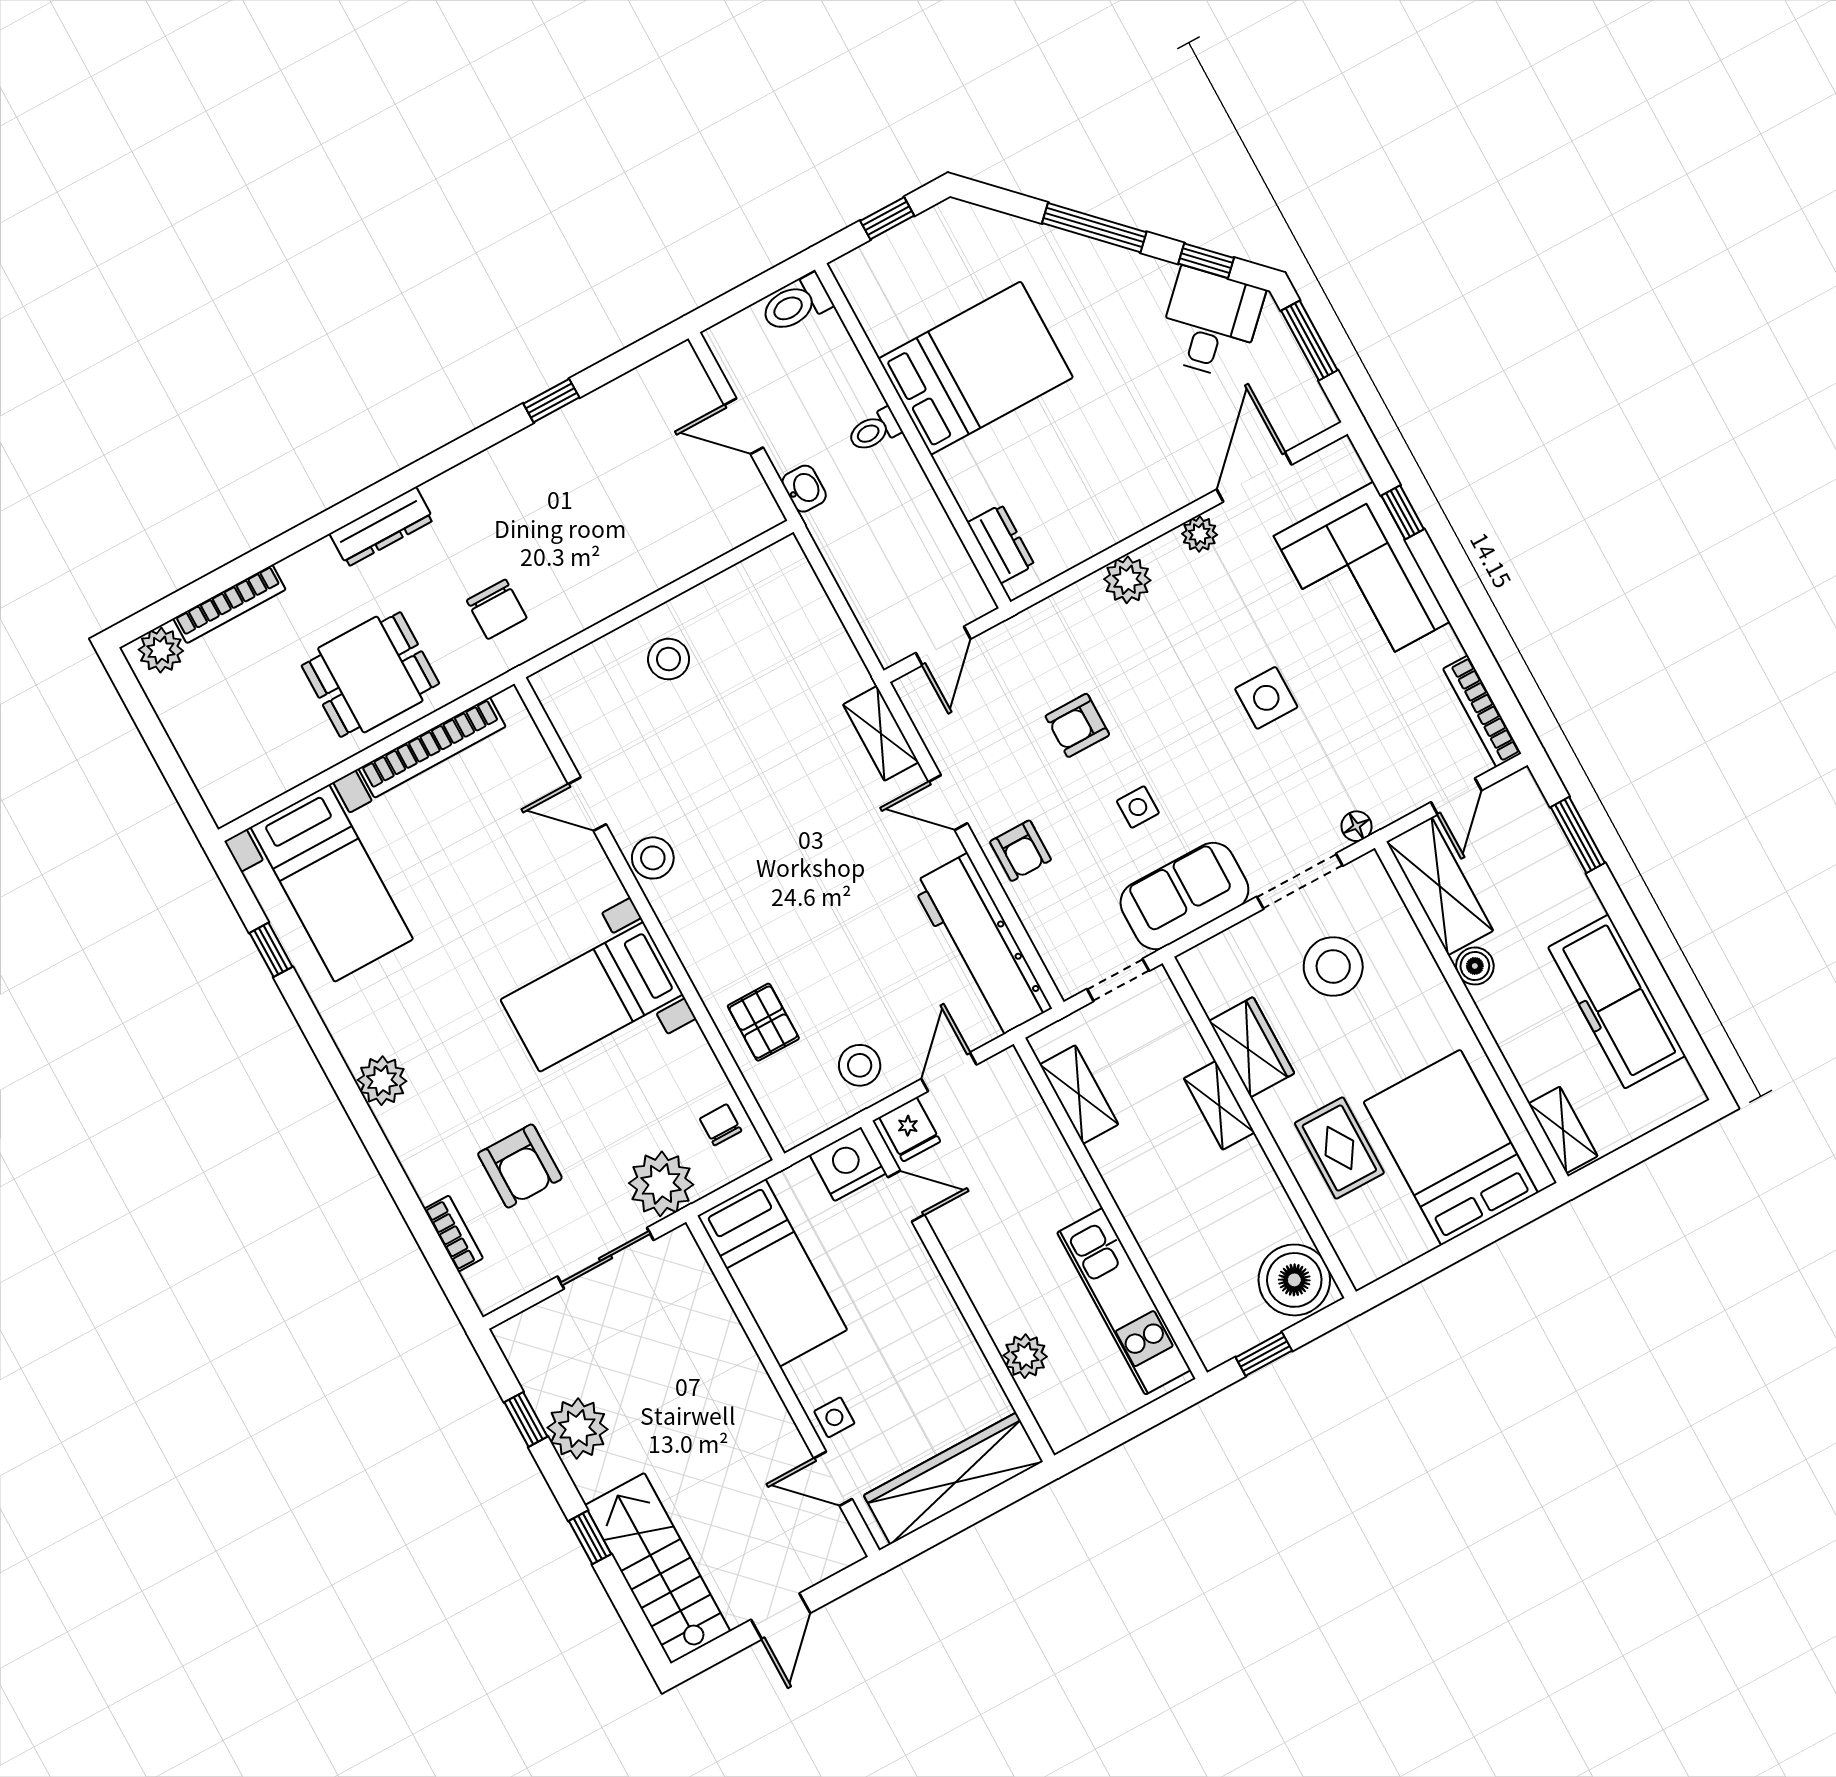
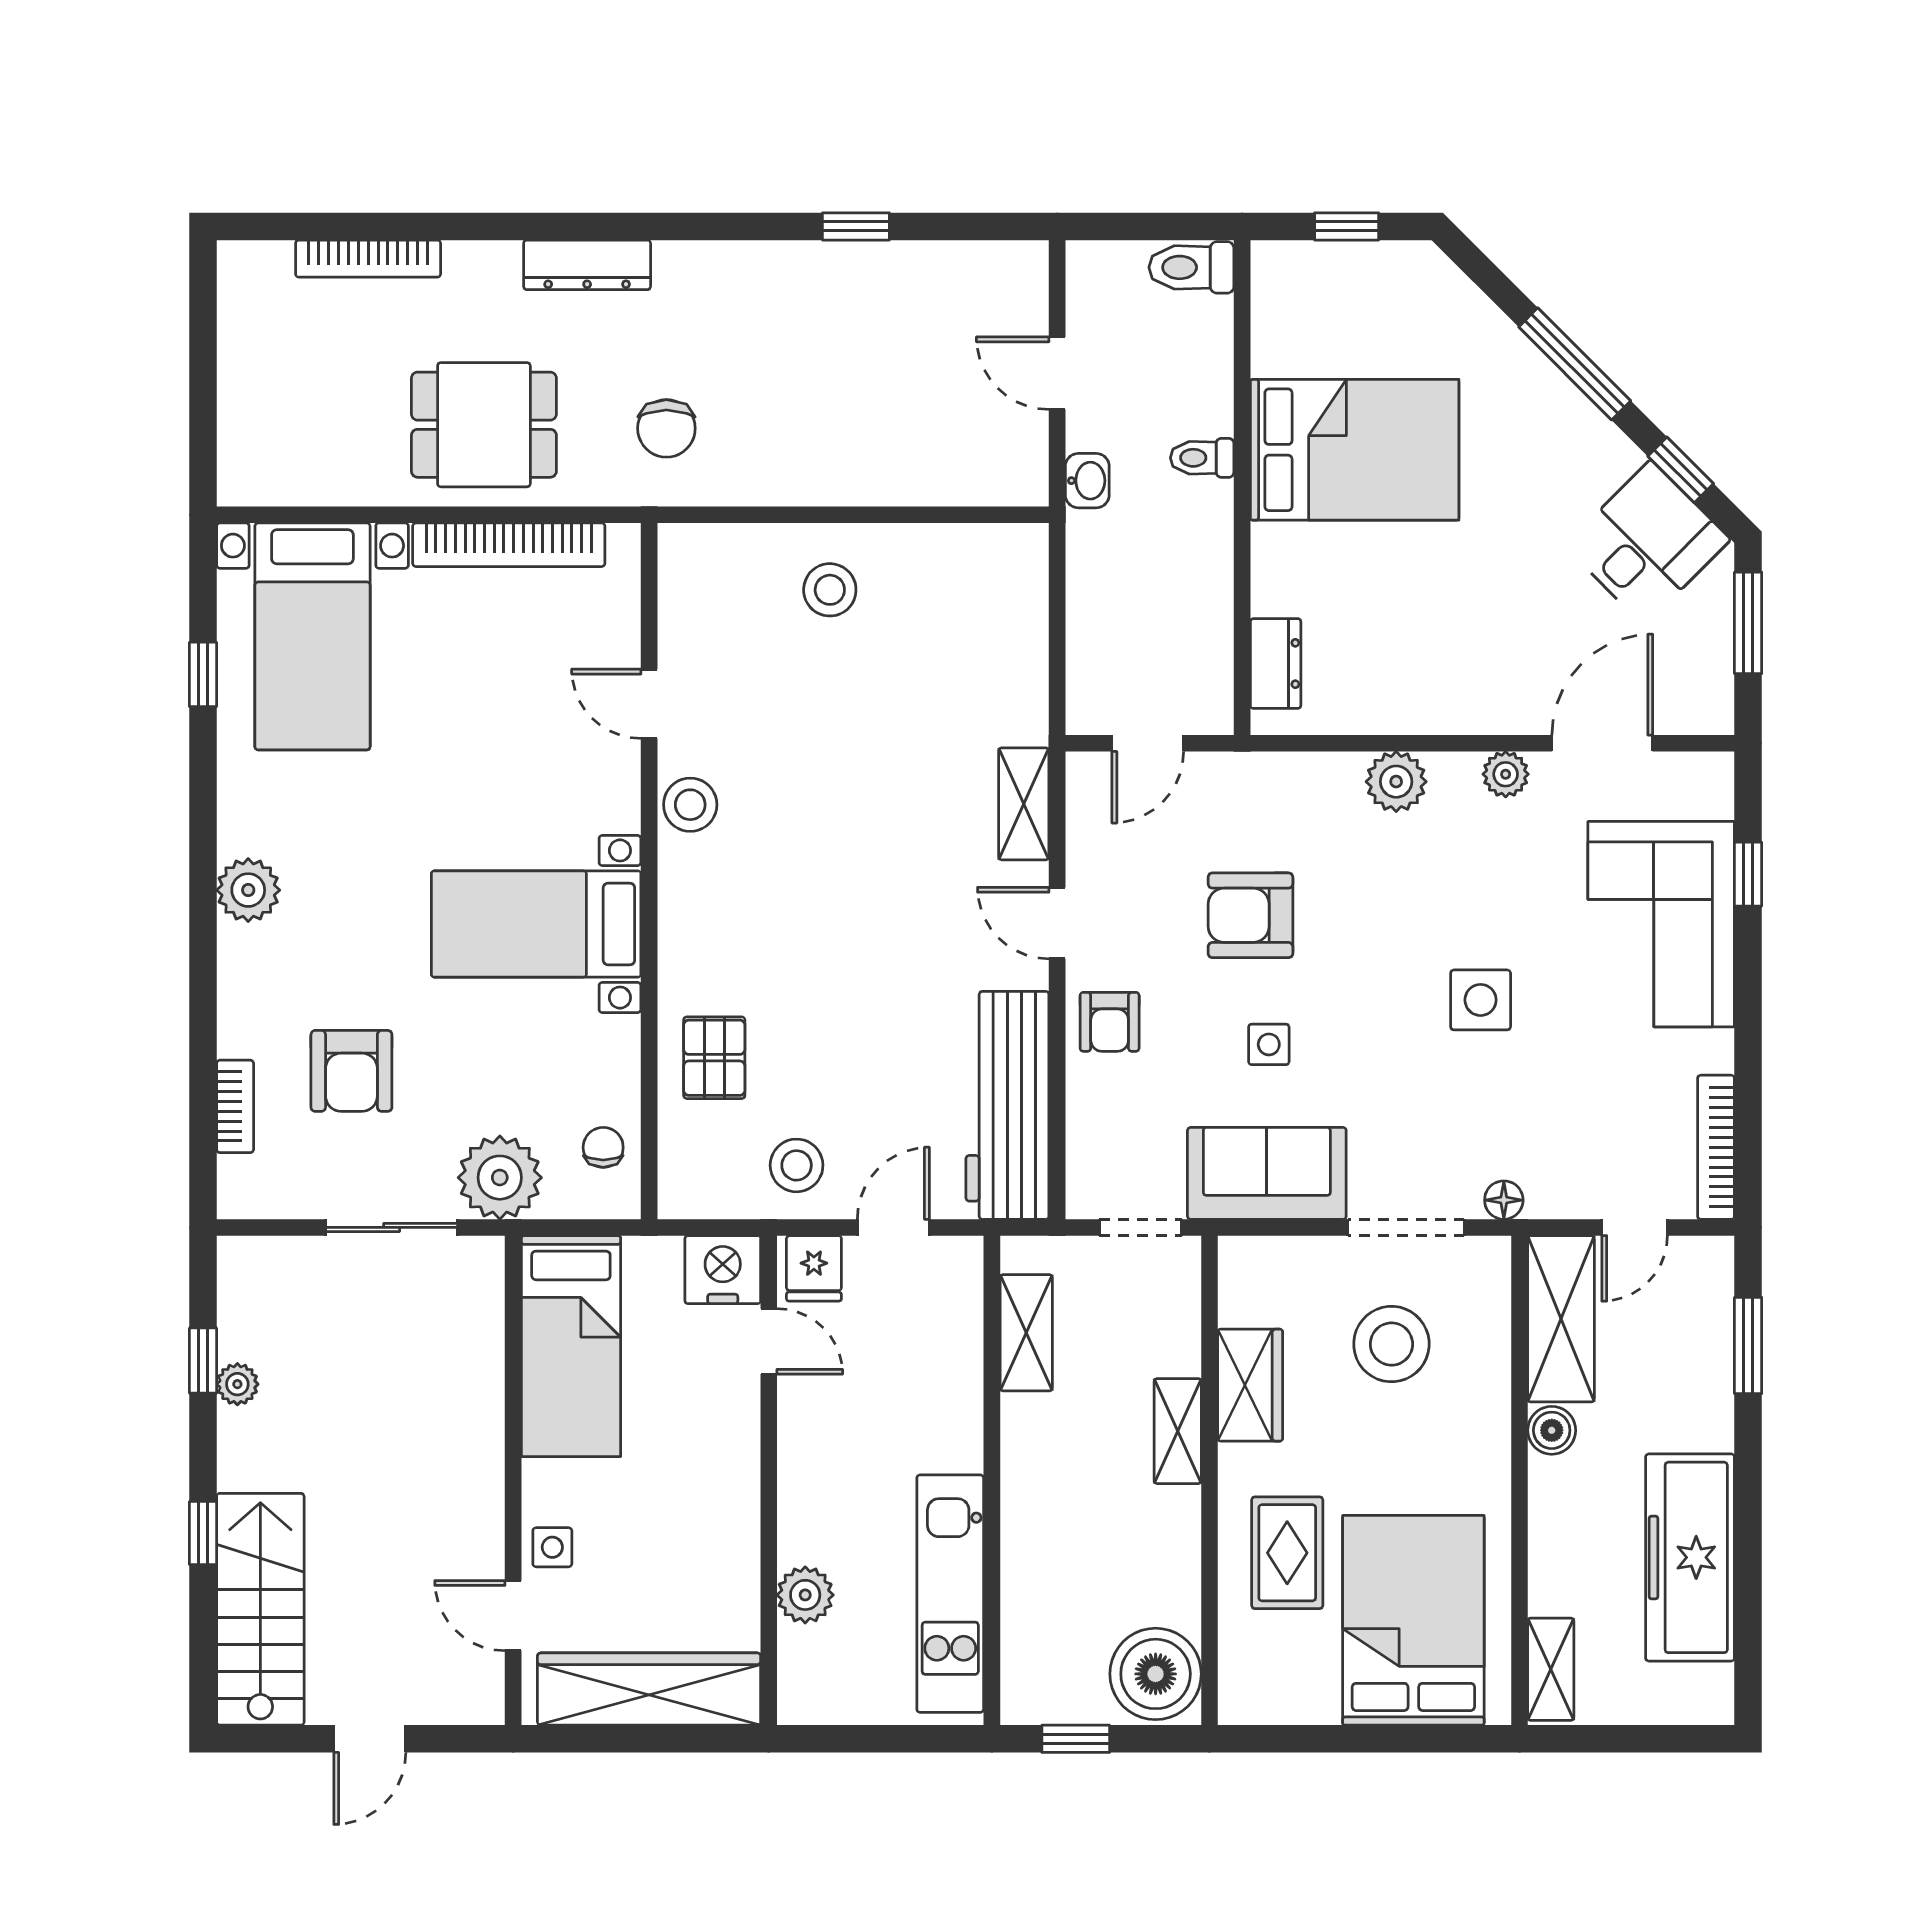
plant: (161, 650) -> (262, 269), removed
armchair: (1077, 725) -> (1250, 915), width x1.38, depth x1.38
plant: (577, 1428) -> (237, 1384), width x0.53, depth x0.53

